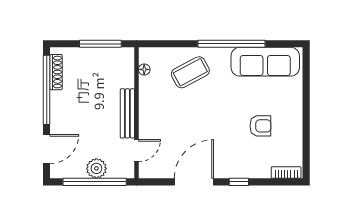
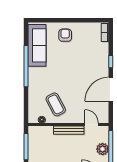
coffee table: (190, 72) -> (56, 104), moved
armchair: (260, 126) -> (65, 35), moved
door: (194, 182) -> (111, 89), hinge flipped

